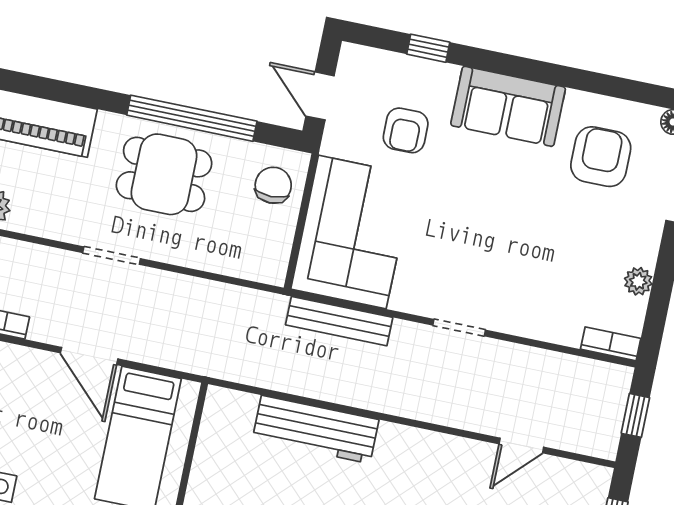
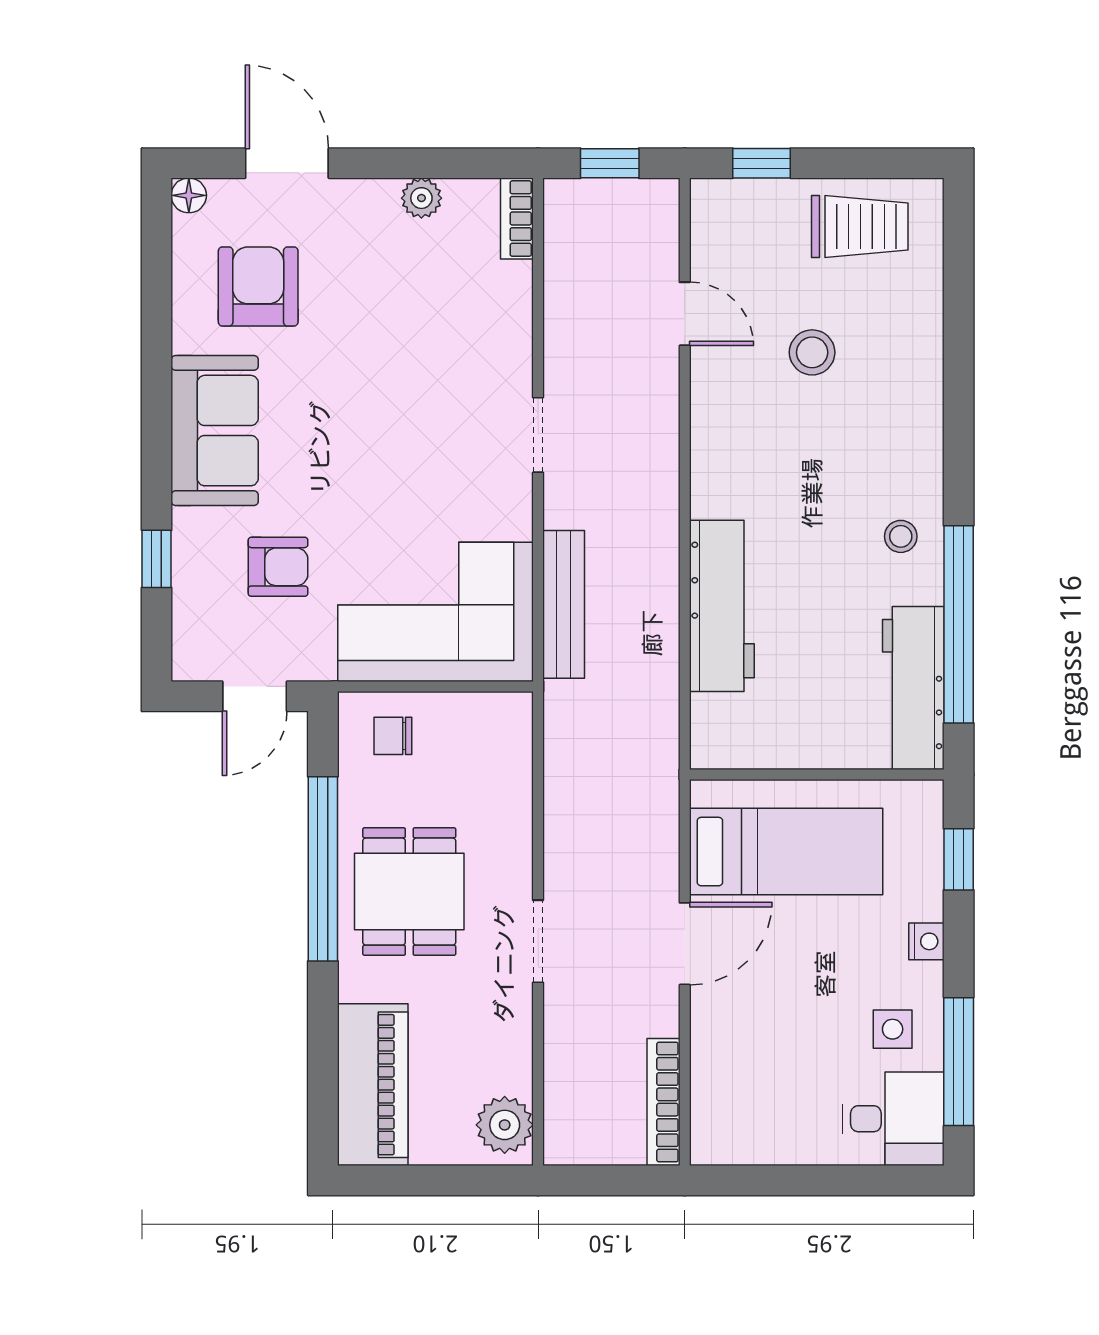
armchair: (601, 157) -> (258, 286), turned 90
chair: (273, 185) -> (393, 736), width x0.73, depth x0.73

